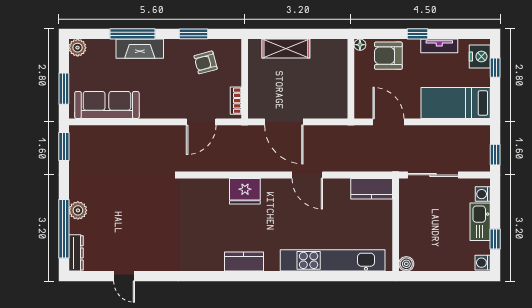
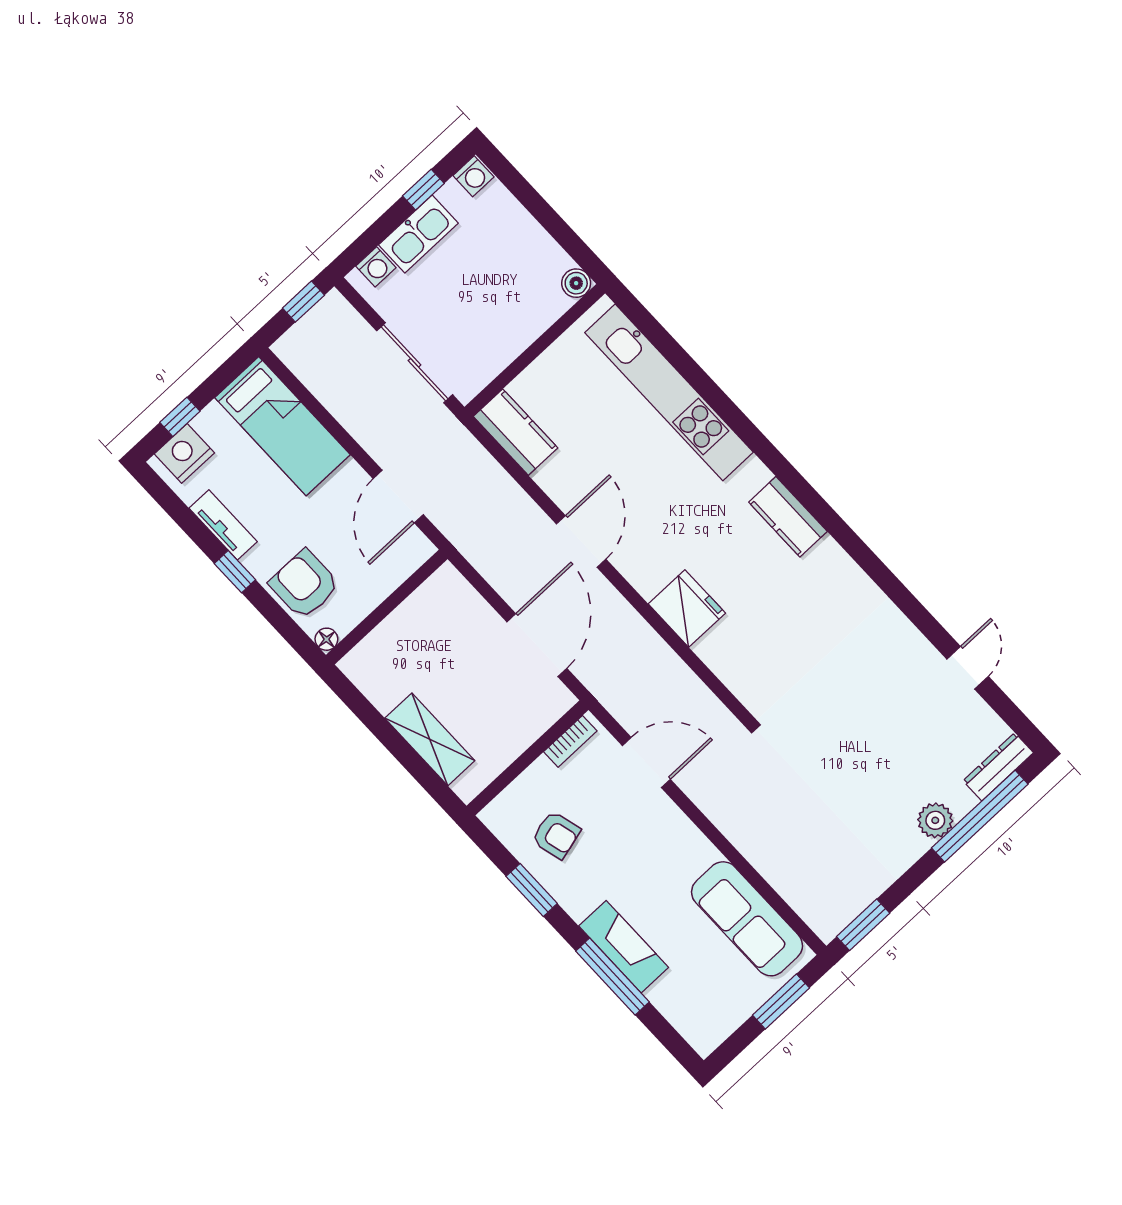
plant: (78, 48) -> (705, 1037), removed
armchair: (388, 56) -> (304, 584), turned 180

